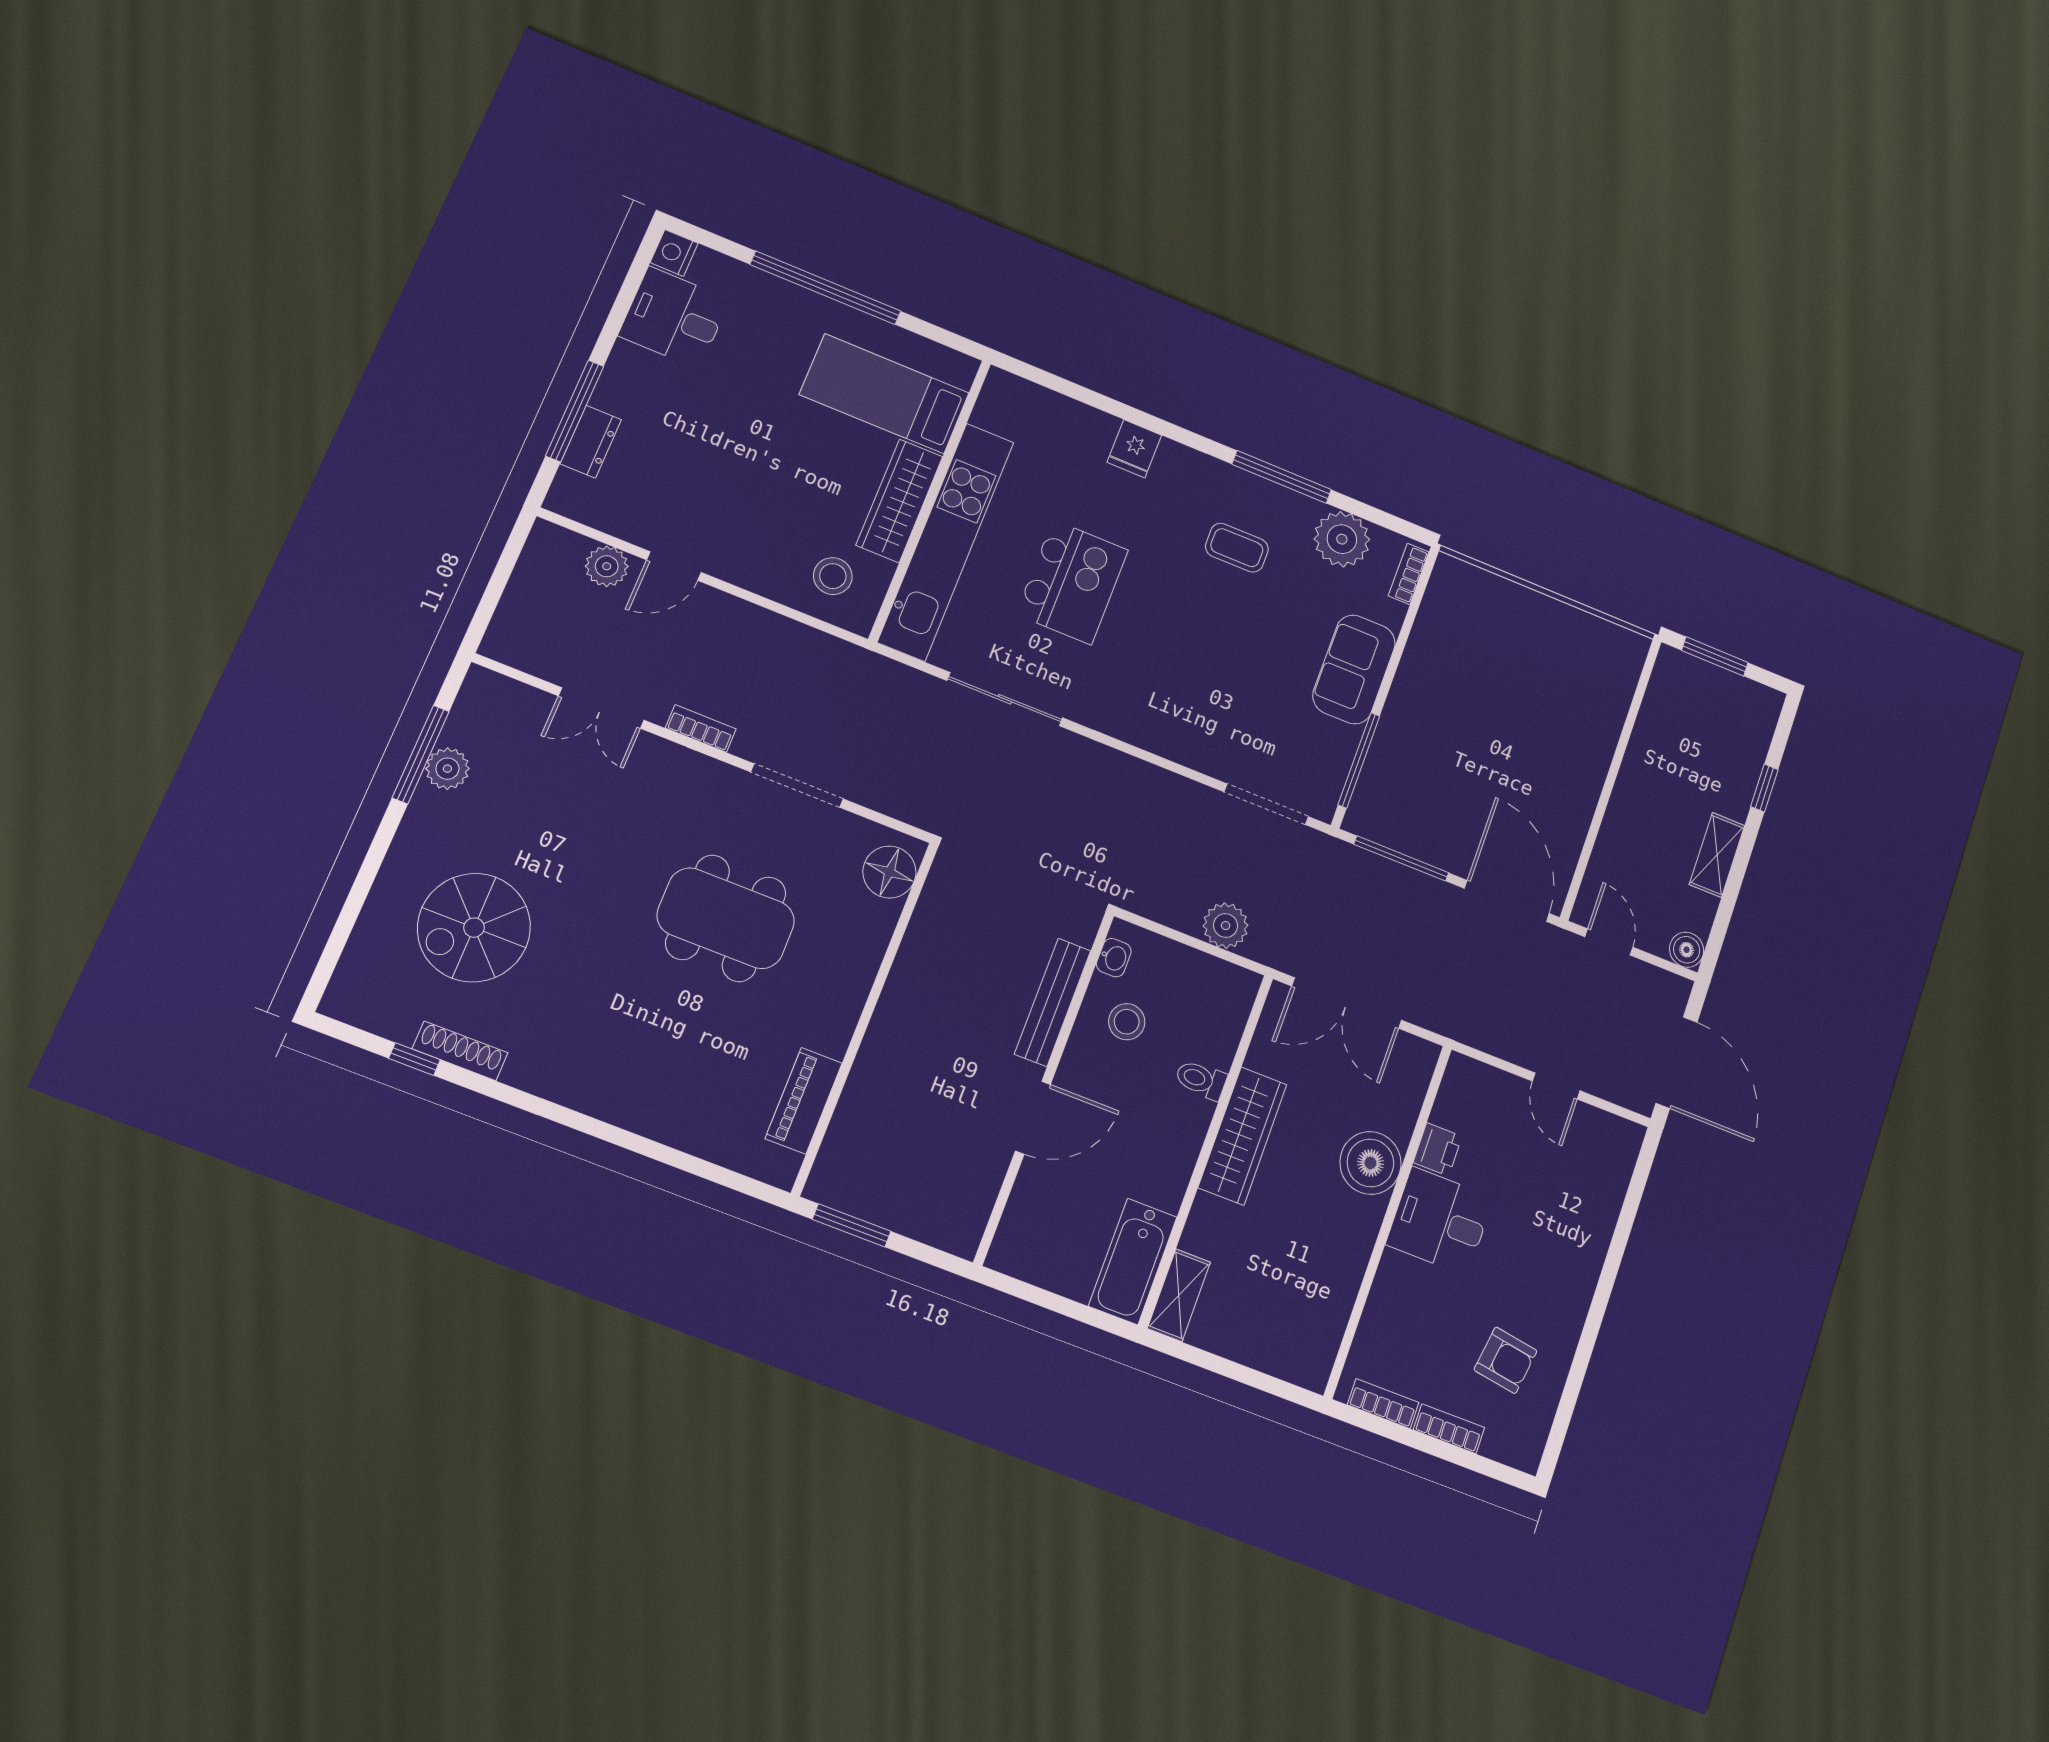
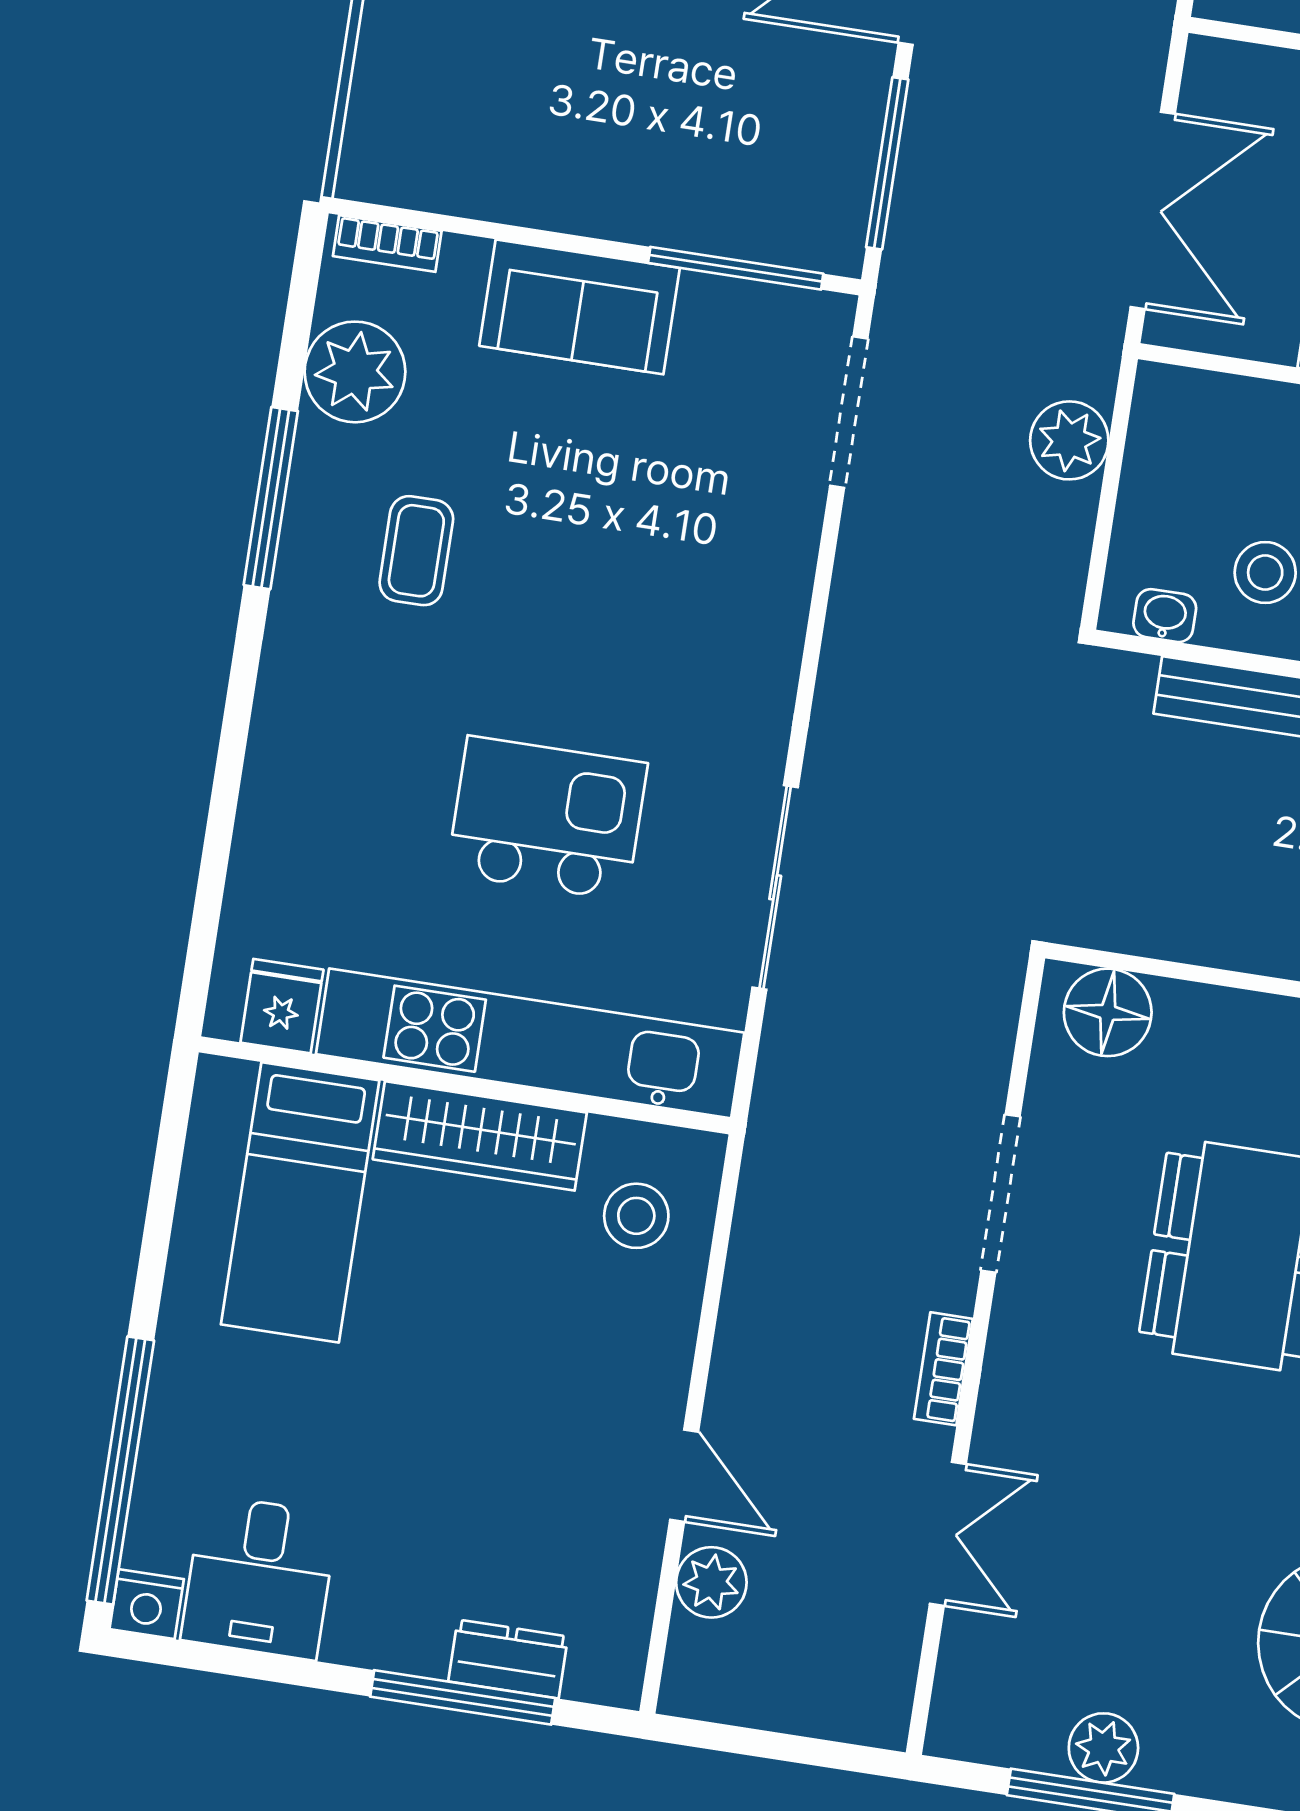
window: (825, 288) -> (120, 1471), moved
fridge: (1134, 449) -> (282, 1006), moved, turned -90

